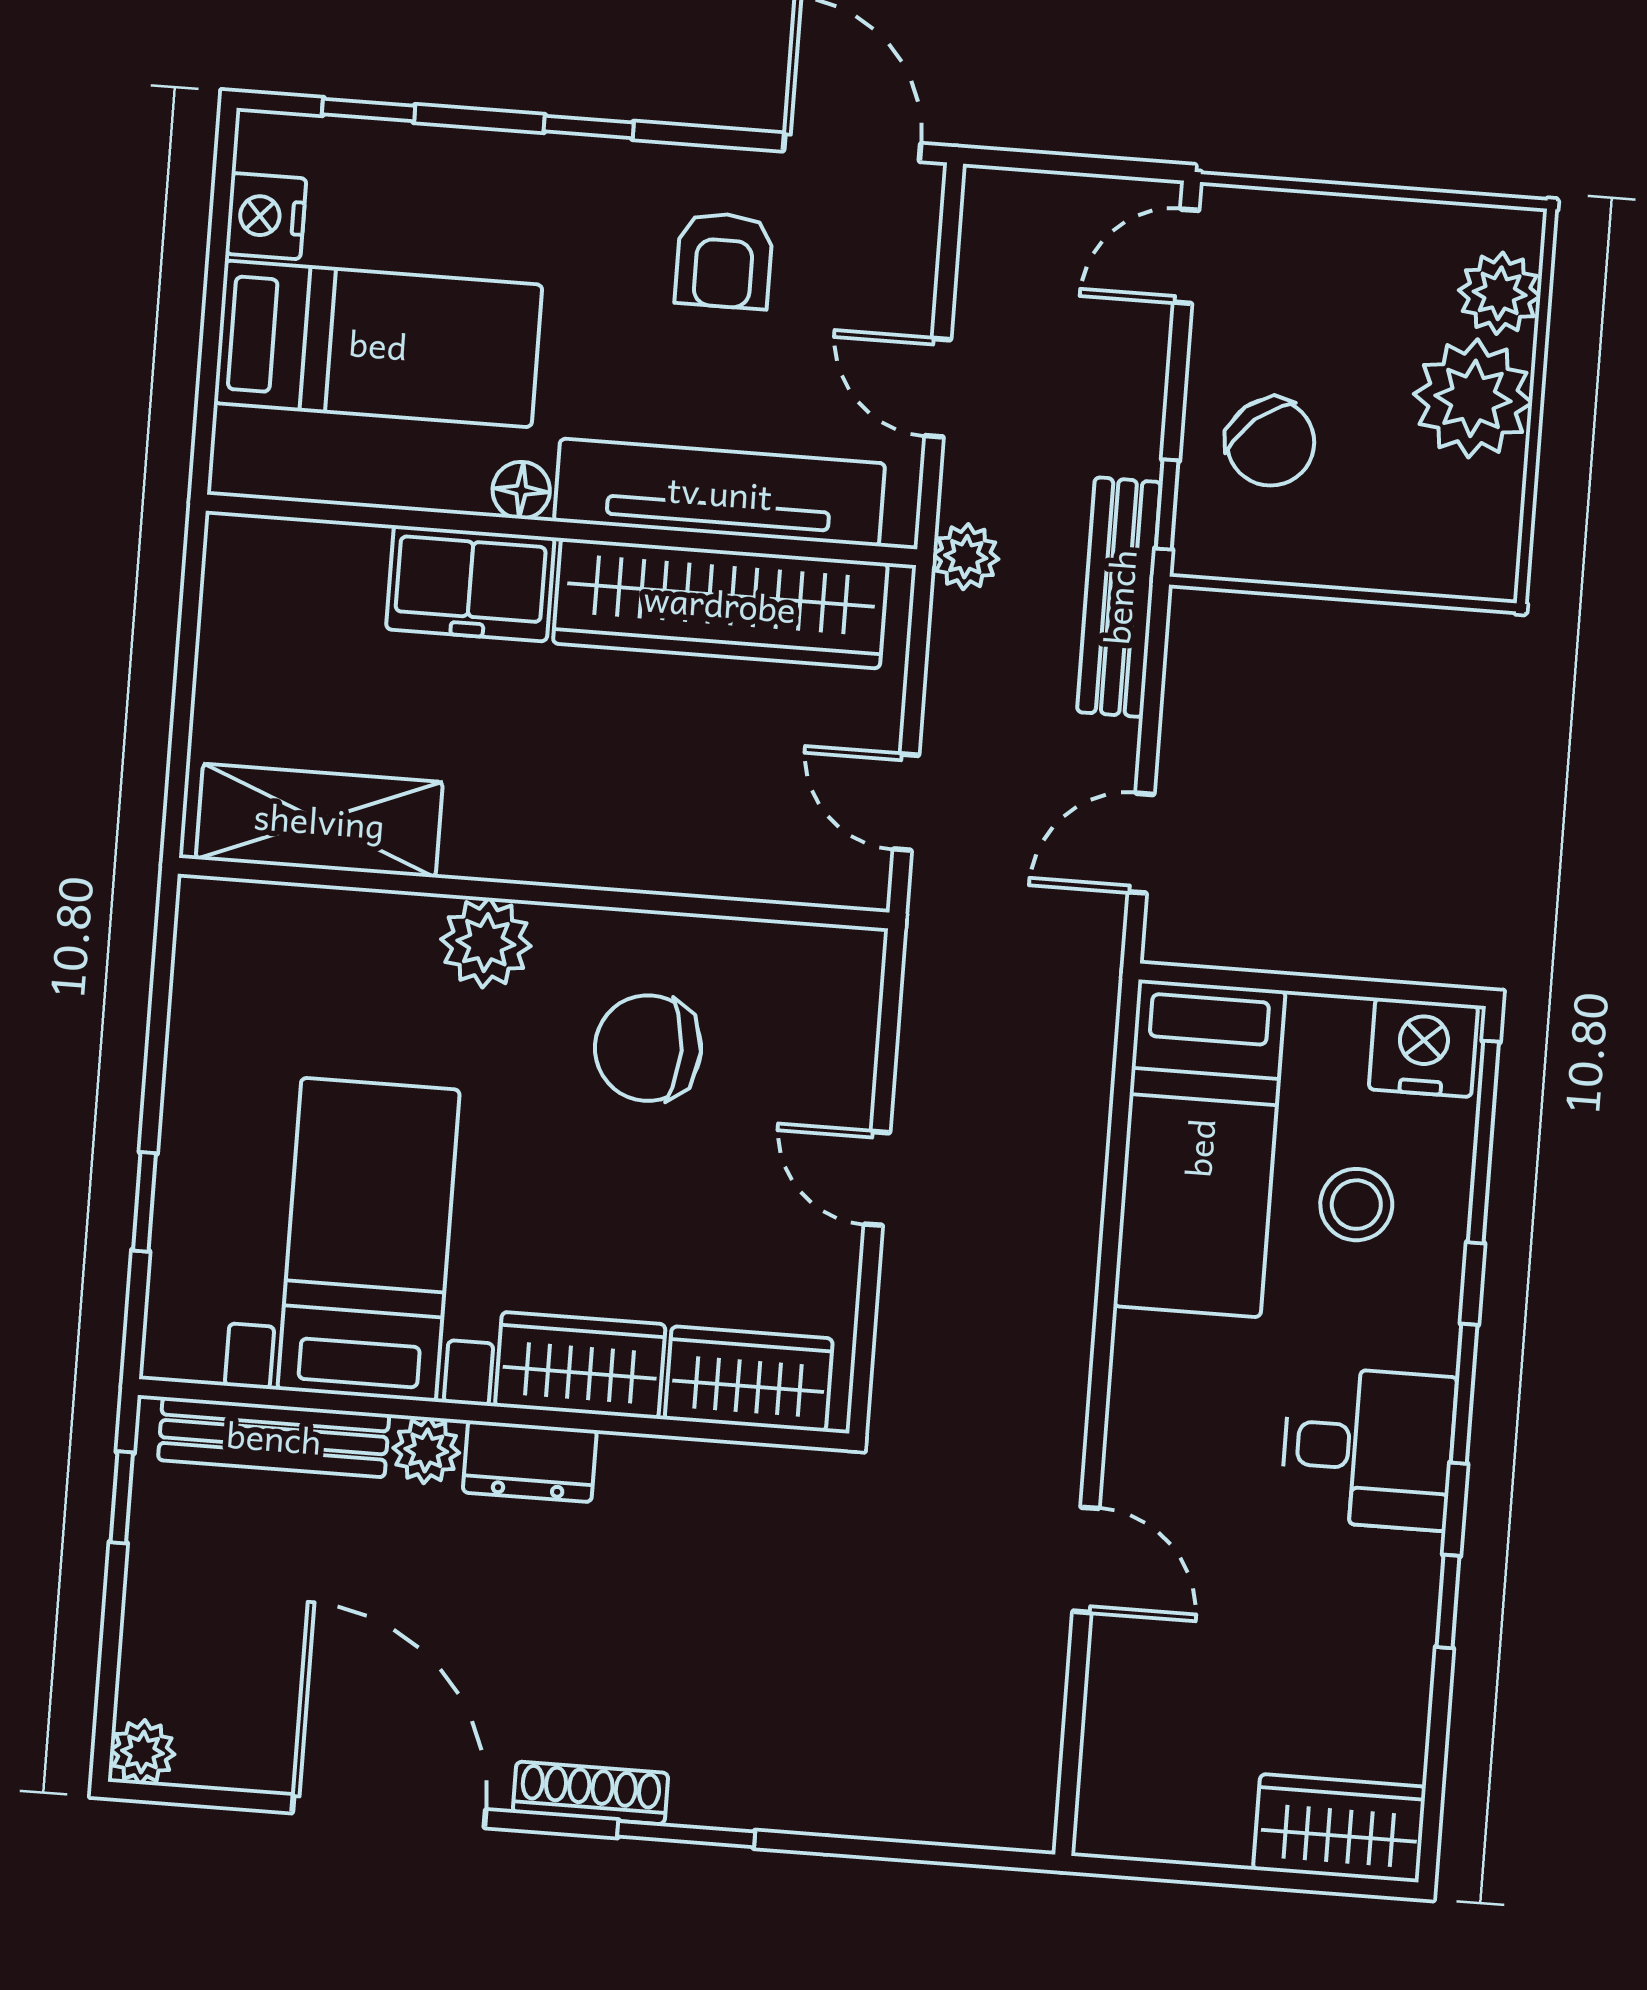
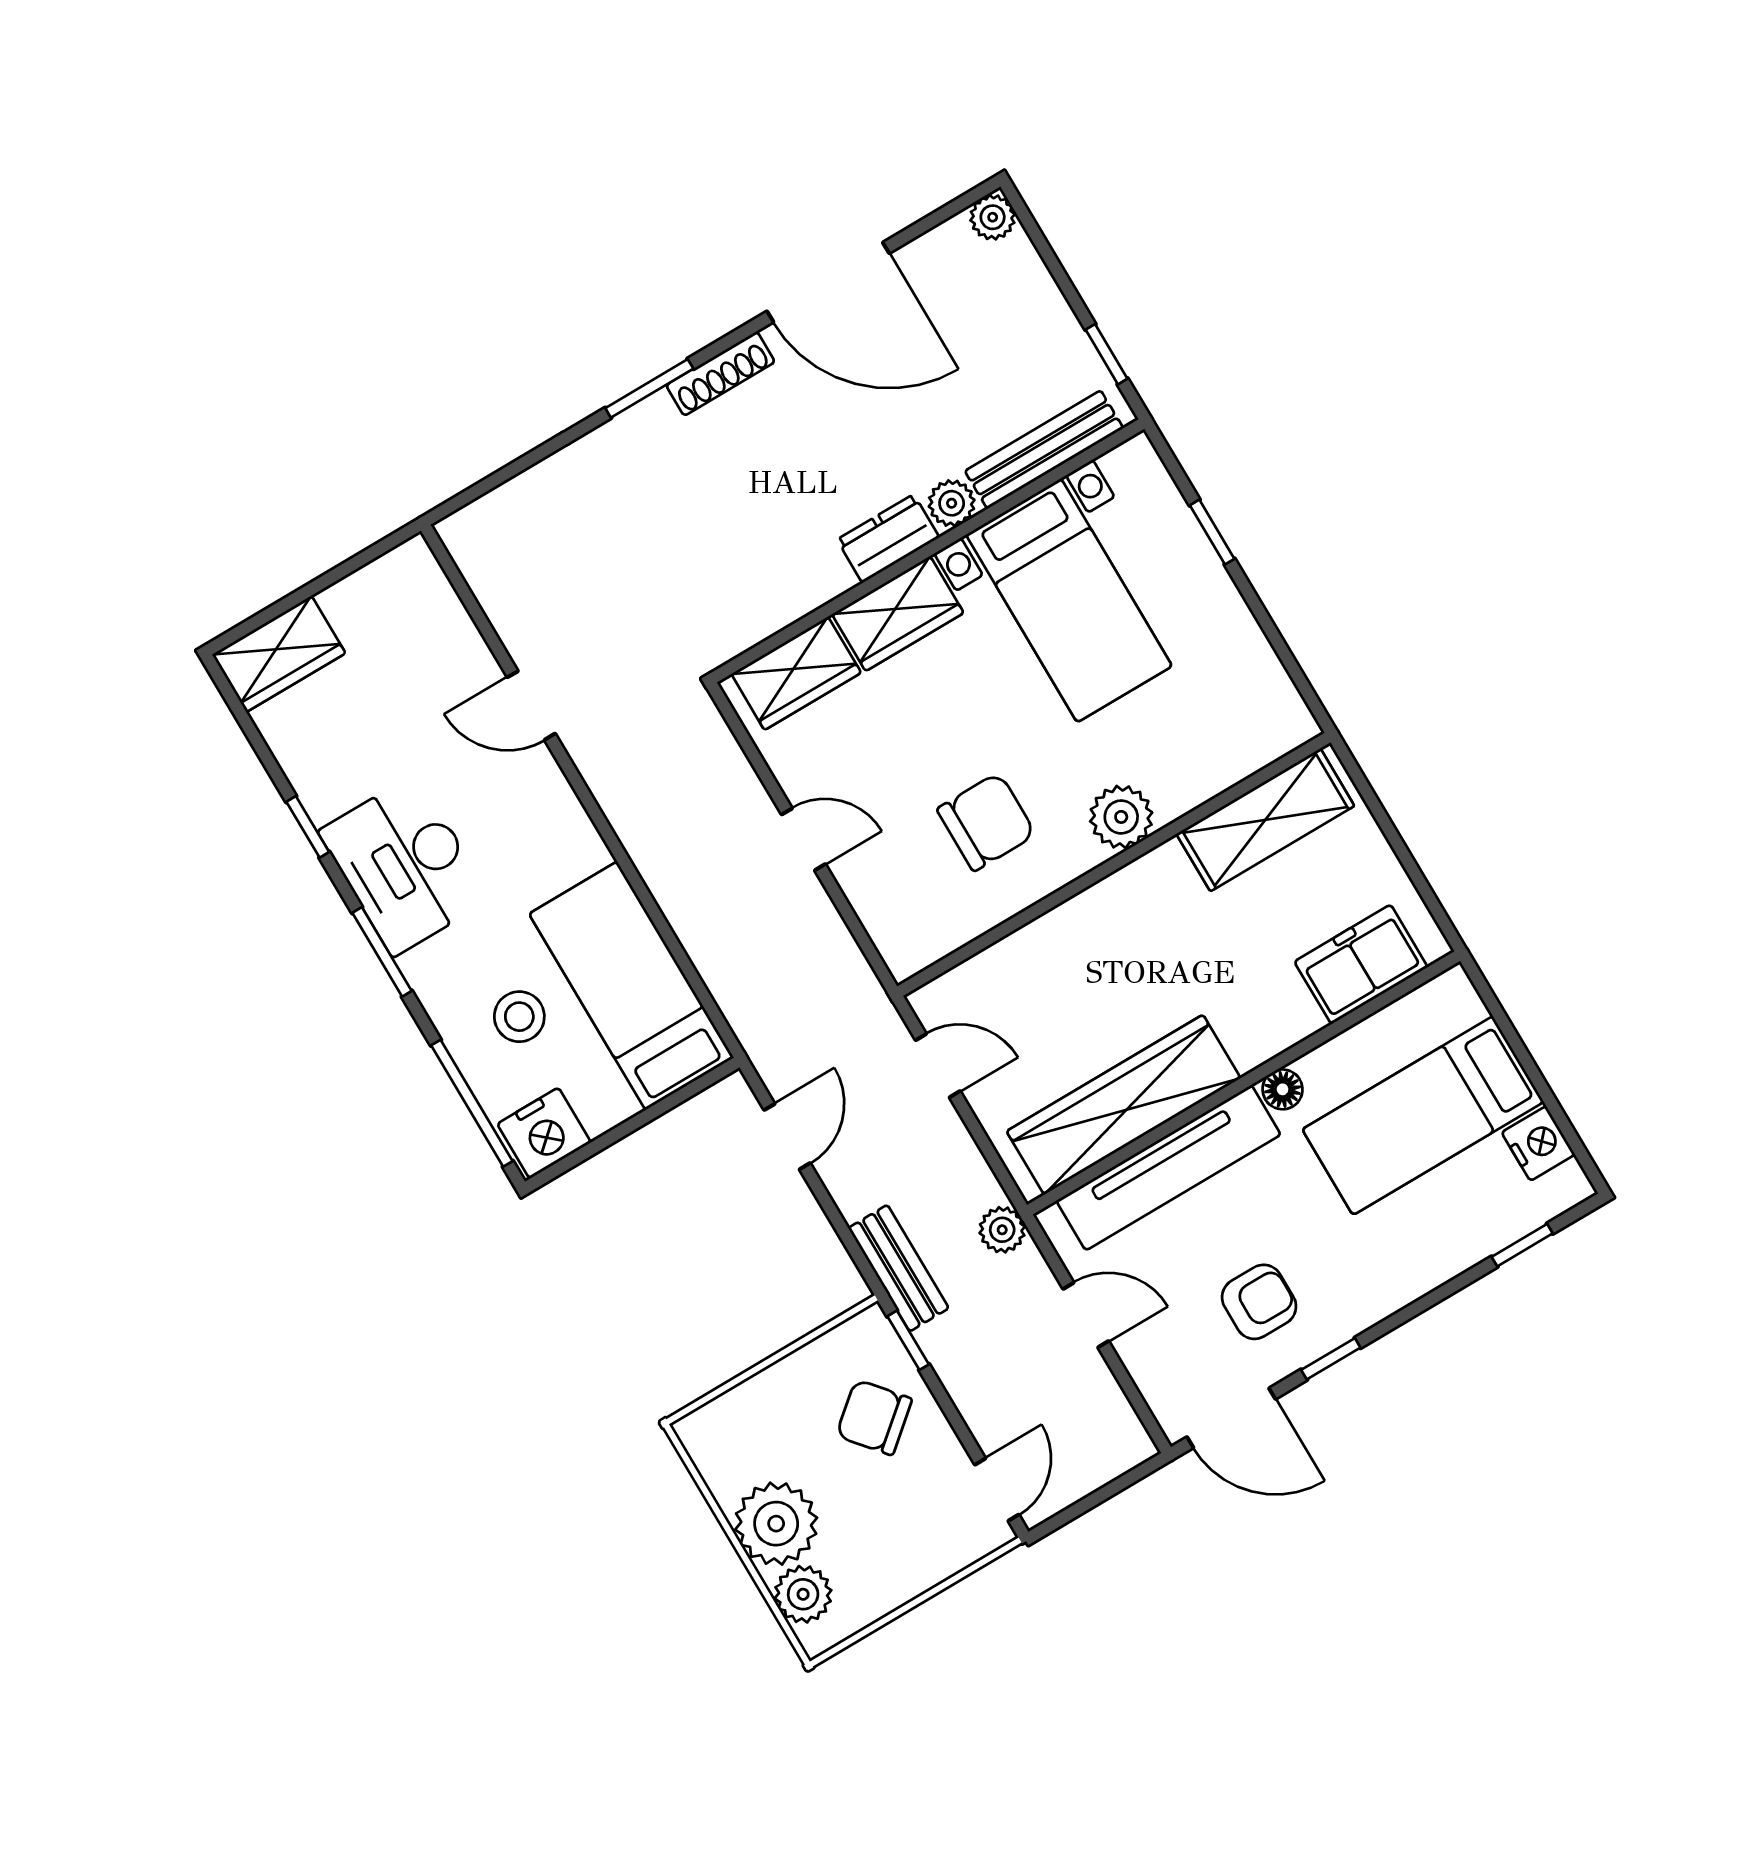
window: (589, 127) -> (1331, 1359), moved
armchair: (724, 260) -> (1259, 1302), turned 90
freezer: (470, 583) -> (1361, 964), moved
bench: (1119, 597) -> (899, 1268), width x0.73
desk: (1368, 1448) -> (405, 865), width x1.37

